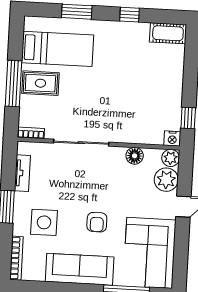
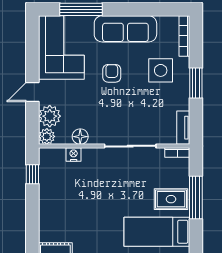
nightstand: (172, 139) -> (74, 154), moved
tv unit: (22, 173) -> (183, 128), moved

